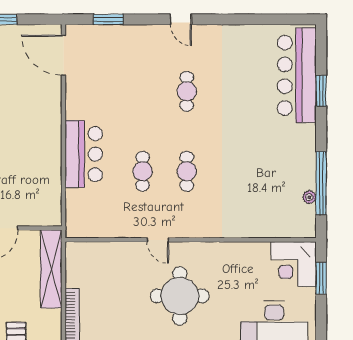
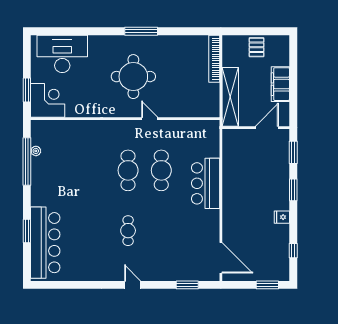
cafe table: (143, 171) -> (161, 170), width x1.37, depth x1.35
cafe table: (187, 171) -> (128, 170), width x1.37, depth x1.35

